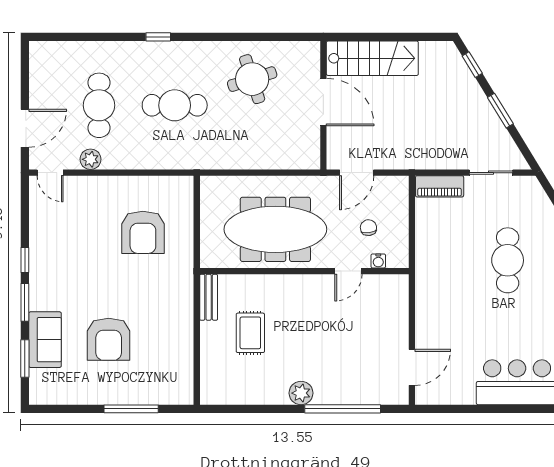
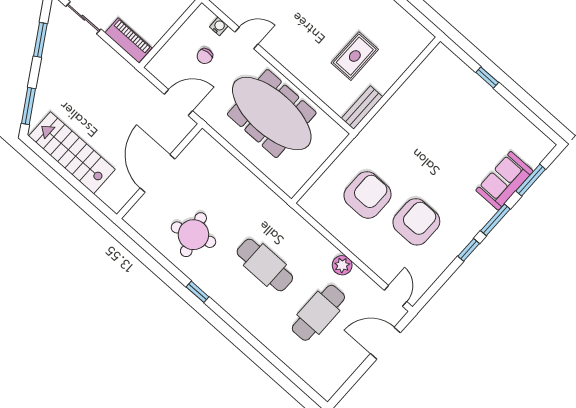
window: (158, 37) -> (198, 292), moved
stairs: (372, 58) -> (72, 153), moved
window: (472, 65) -> (29, 106), width x1.50
window: (500, 111) -> (40, 40), moved
plant: (90, 159) -> (342, 265), moved
armchair: (109, 339) -> (416, 222), moved
window: (131, 409) -> (487, 77), width x0.46

